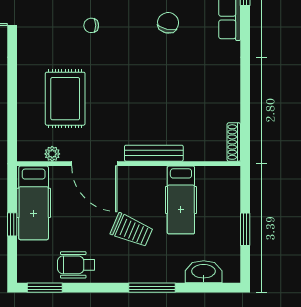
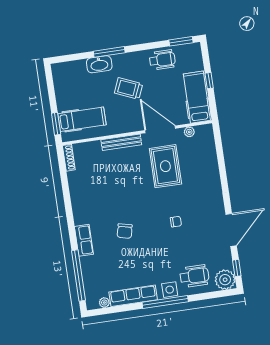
rug: (65, 99) -> (165, 166), moved
hospital bed: (181, 200) -> (82, 119), moved, turned 90
window: (245, 229) -> (56, 124), moved
washbasin: (204, 272) -> (99, 64), moved

